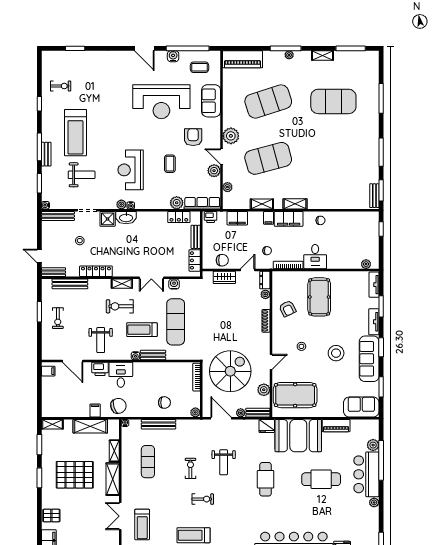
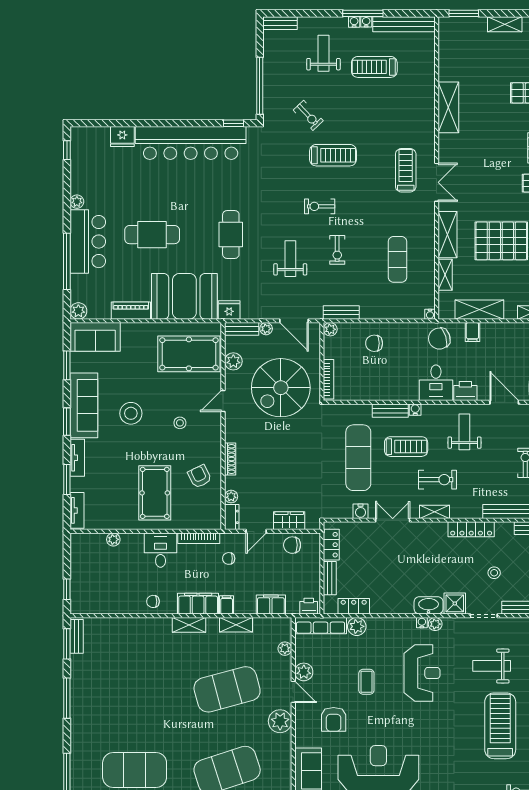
plant: (366, 264) -> (113, 539), moved
bench: (159, 424) -> (341, 312), moved, width x0.73
plant: (373, 445) -> (78, 311), moved

